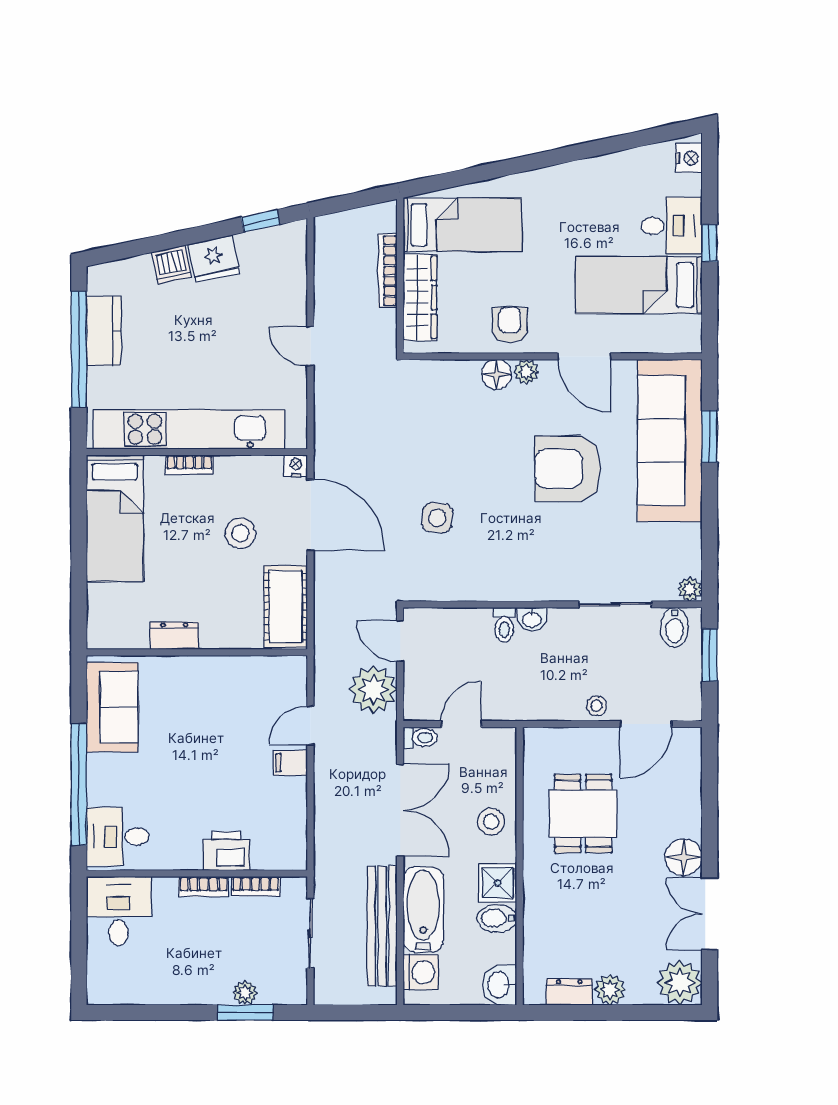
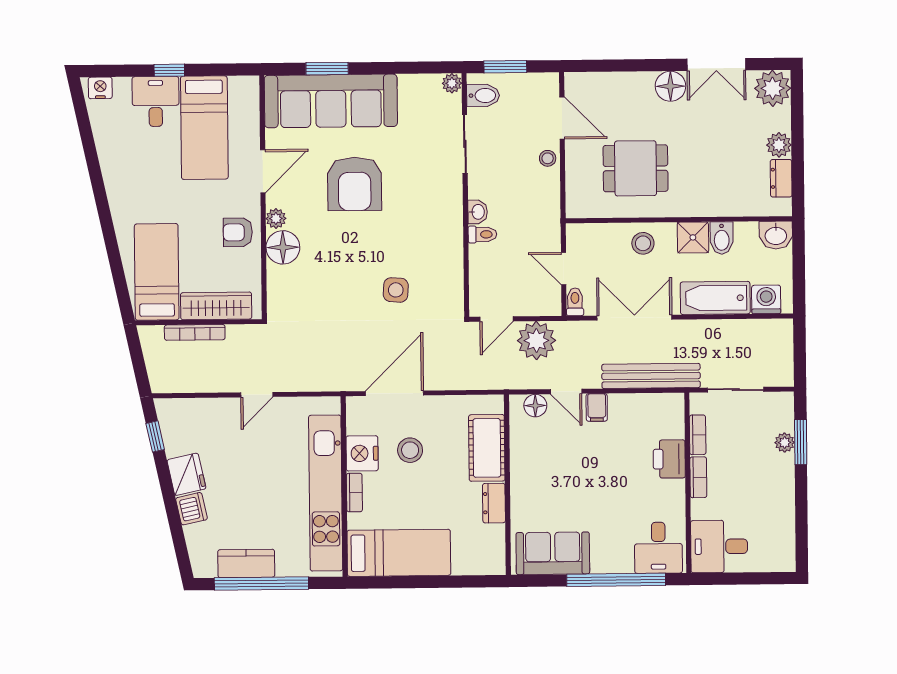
floor lamp: (496, 374) -> (283, 247), width x1.38, depth x1.38
nightstand: (296, 466) -> (362, 453), moved, width x1.89, depth x1.79
cot: (286, 606) -> (487, 448), moved, turned 90
floor lamp: (294, 688) -> (535, 406), added
bench: (382, 926) -> (651, 376), moved

